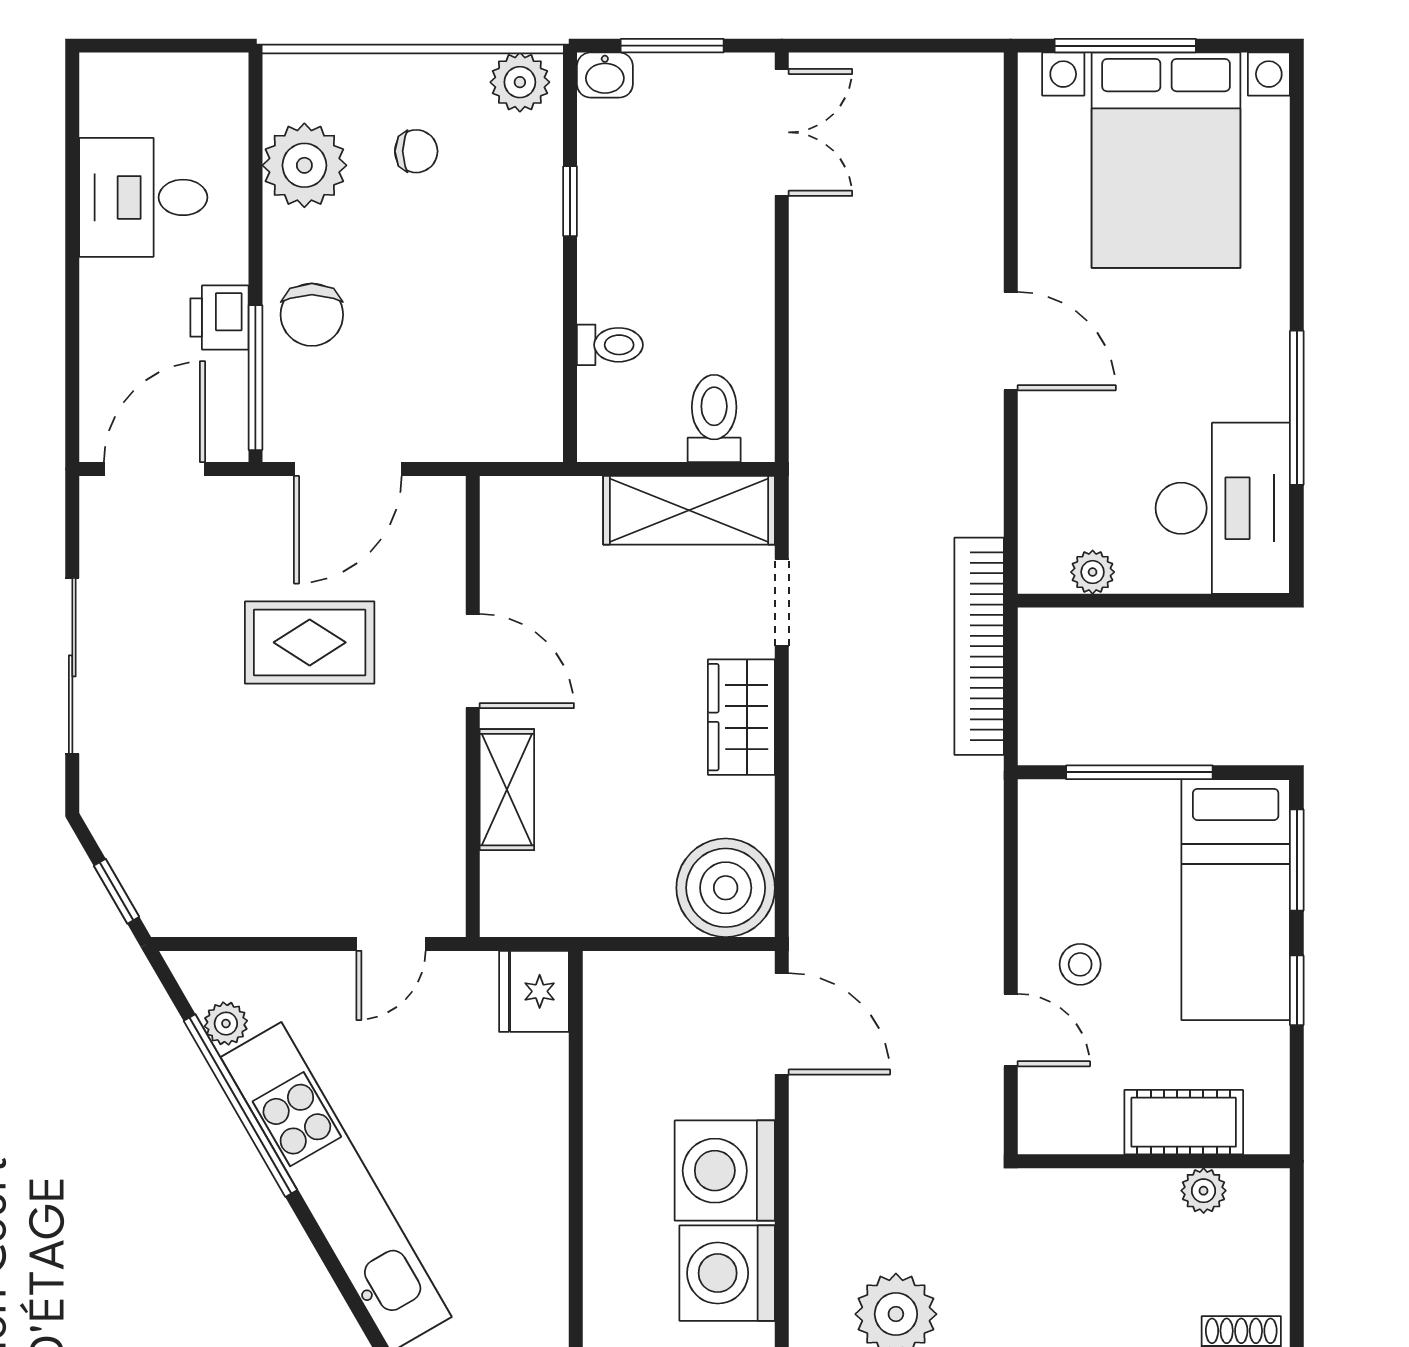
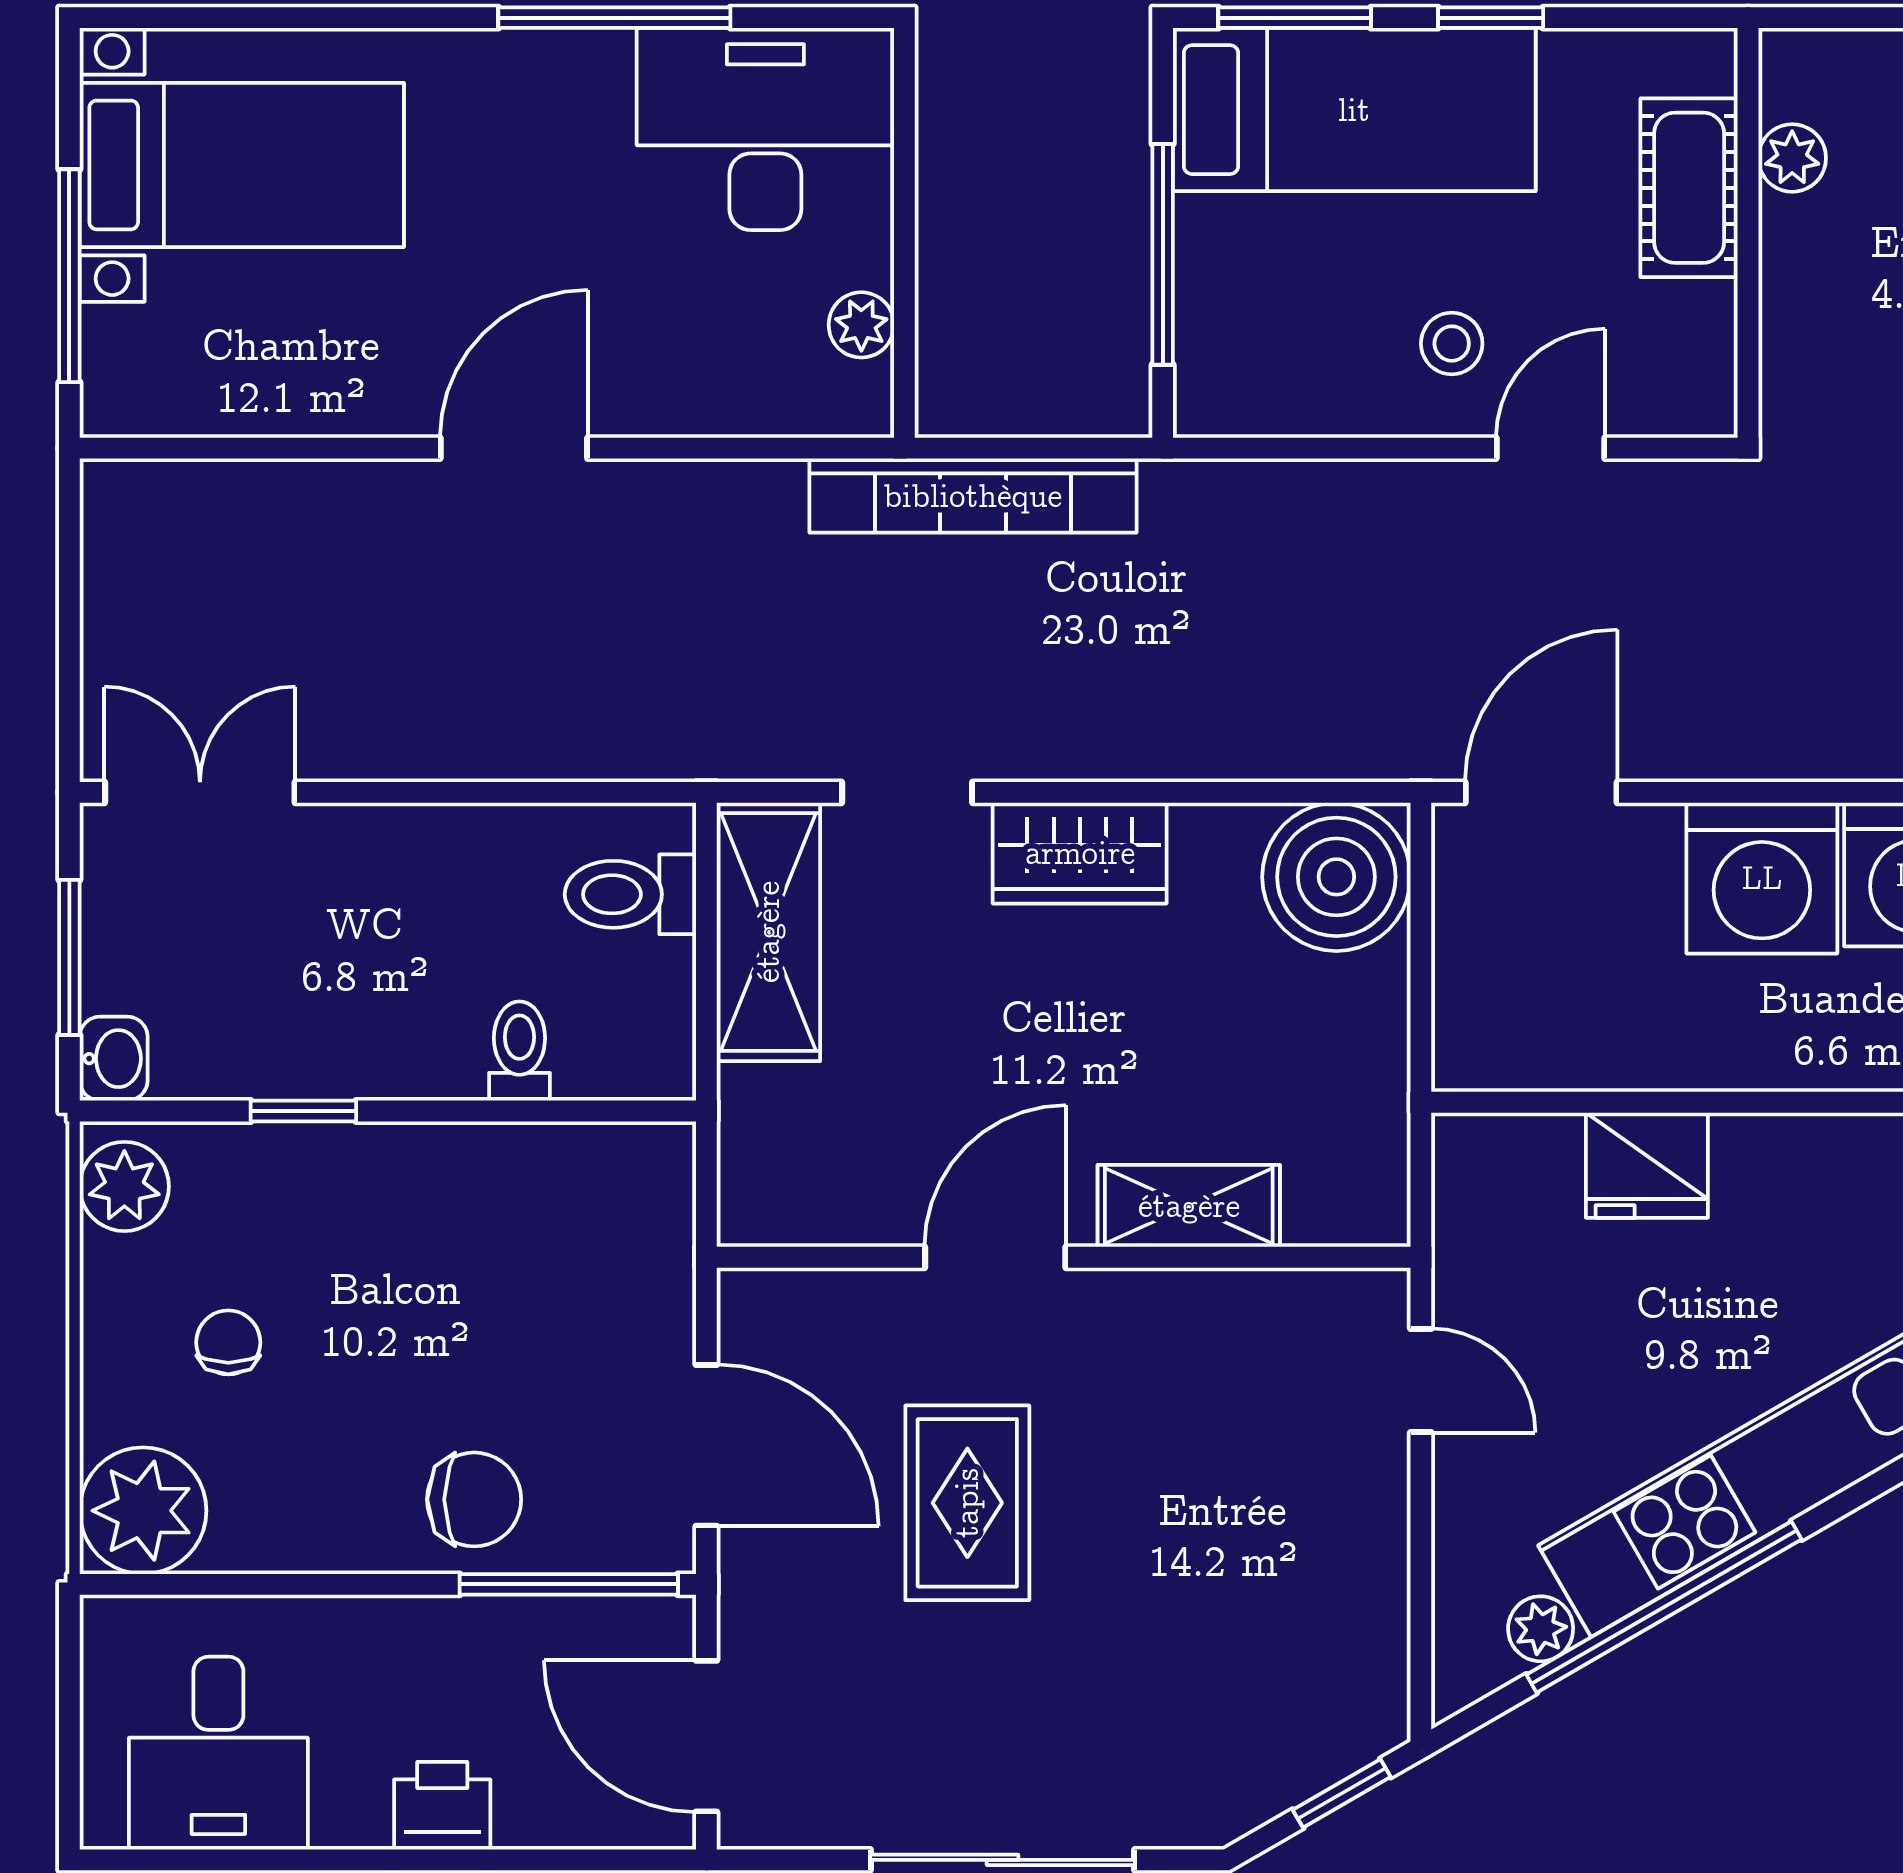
bed with nightstands: (1166, 160) -> (242, 165), width x0.73
plant: (304, 165) -> (143, 1511), moved
desk: (143, 197) -> (218, 1753), moved
printer: (219, 318) -> (442, 1806), moved, turned 180
fridge: (534, 991) -> (1647, 1165), moved

